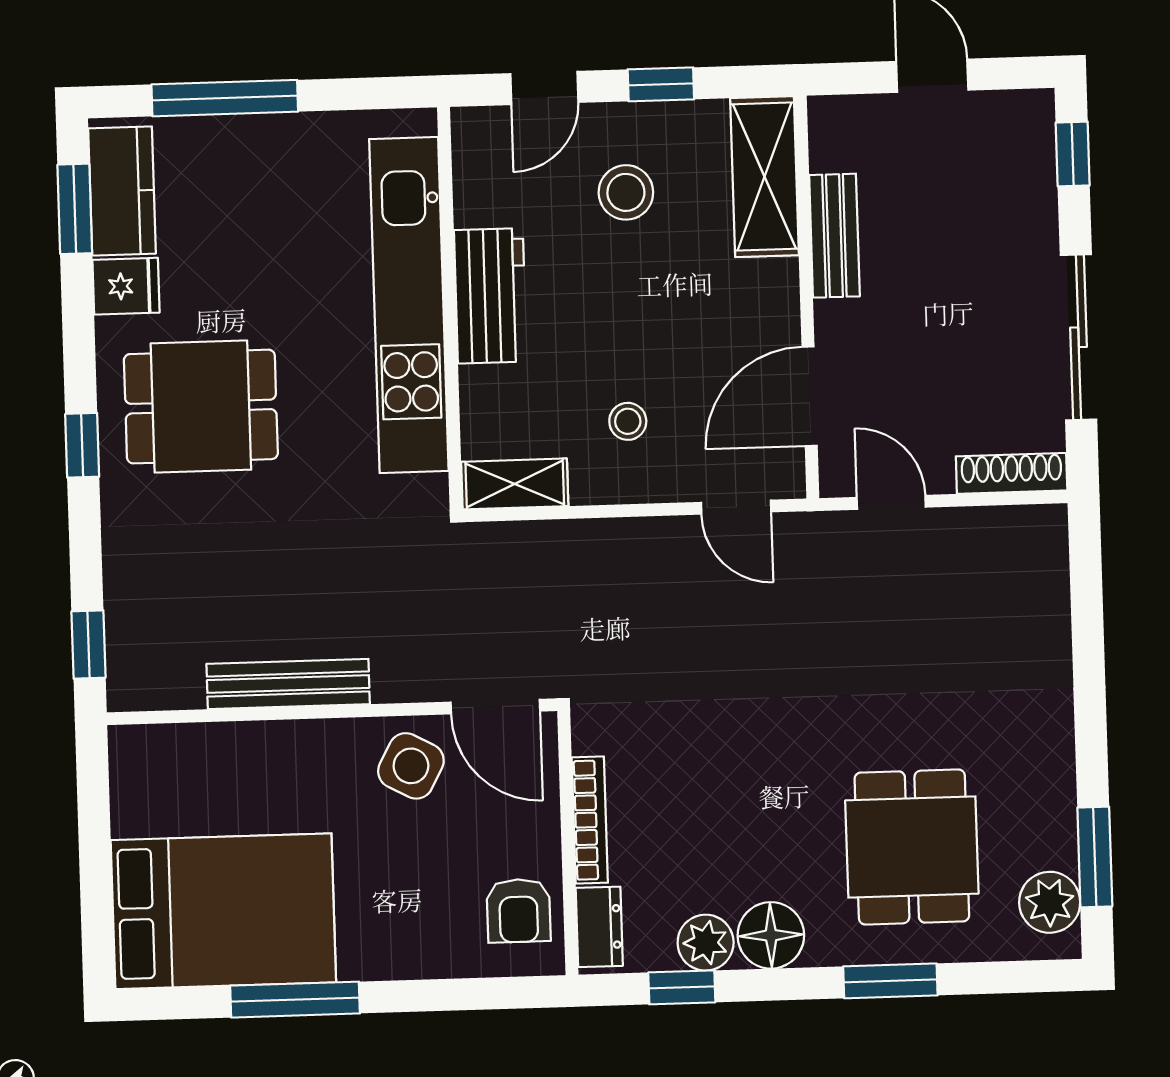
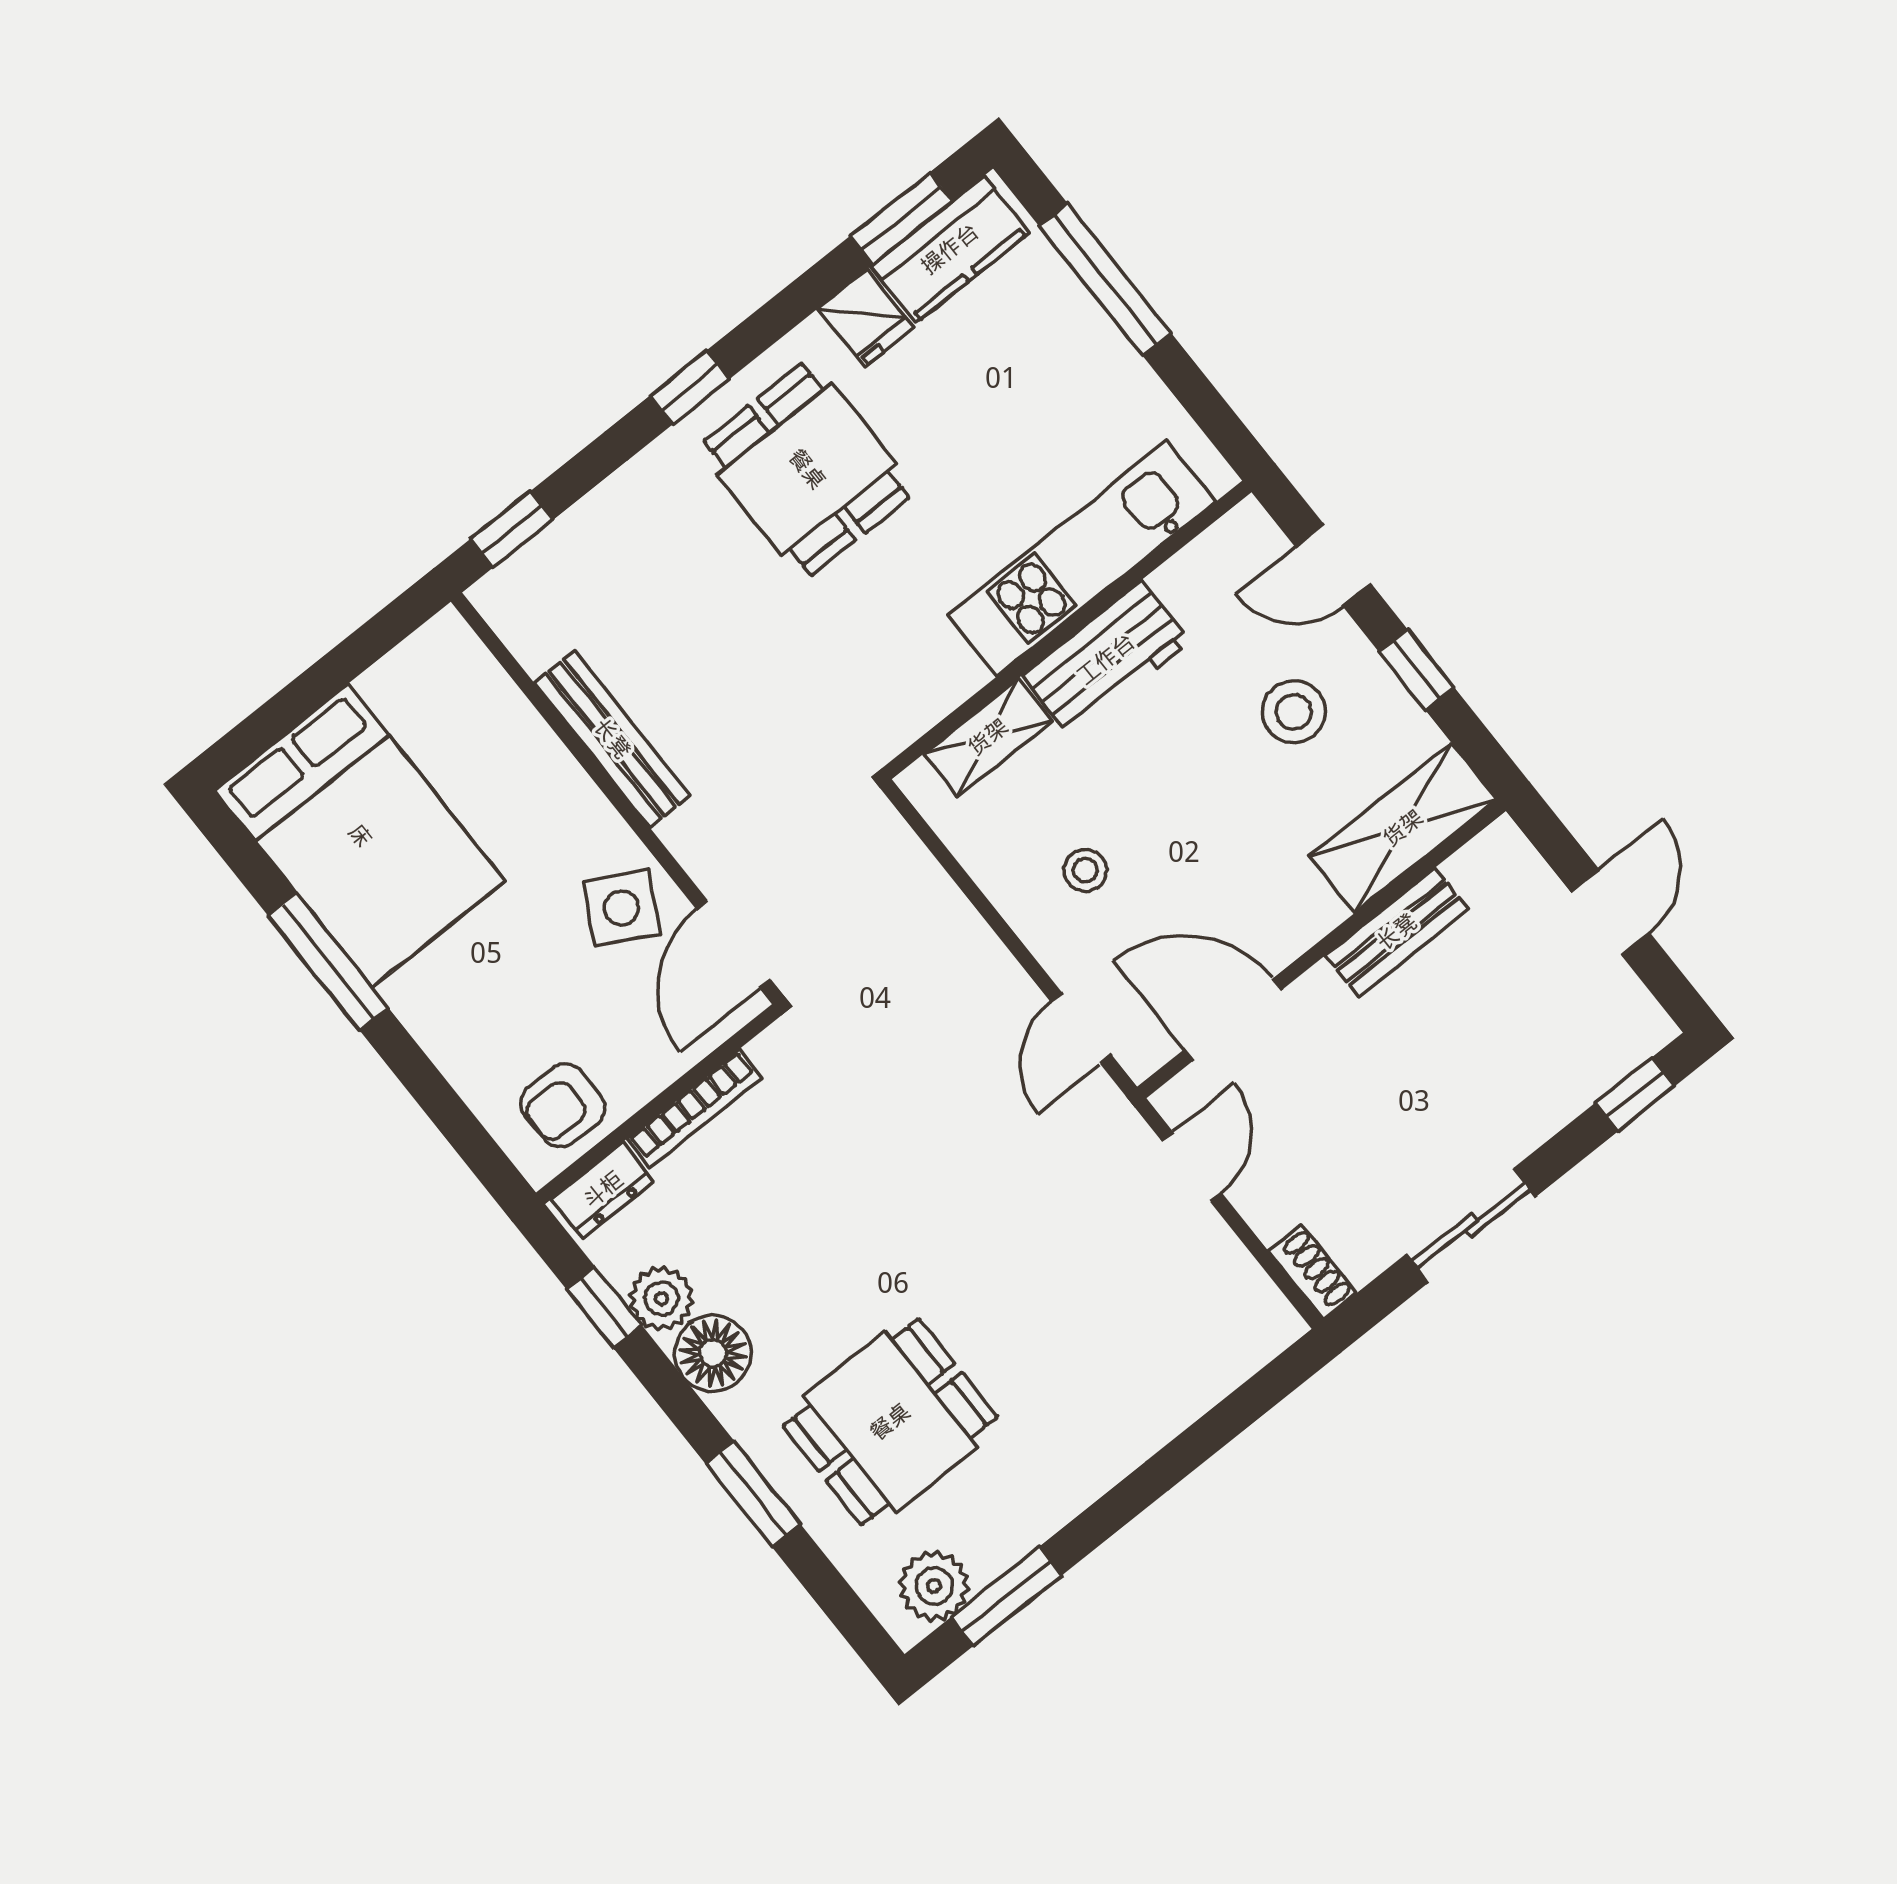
kitchen unit: (409, 305) -> (1082, 558), width x0.73
sliding door: (1078, 337) -> (1471, 1225), width x0.73
shoe rack: (1012, 473) -> (1312, 1272), width x0.70
shelving: (515, 484) -> (988, 737), moved, turned 90

